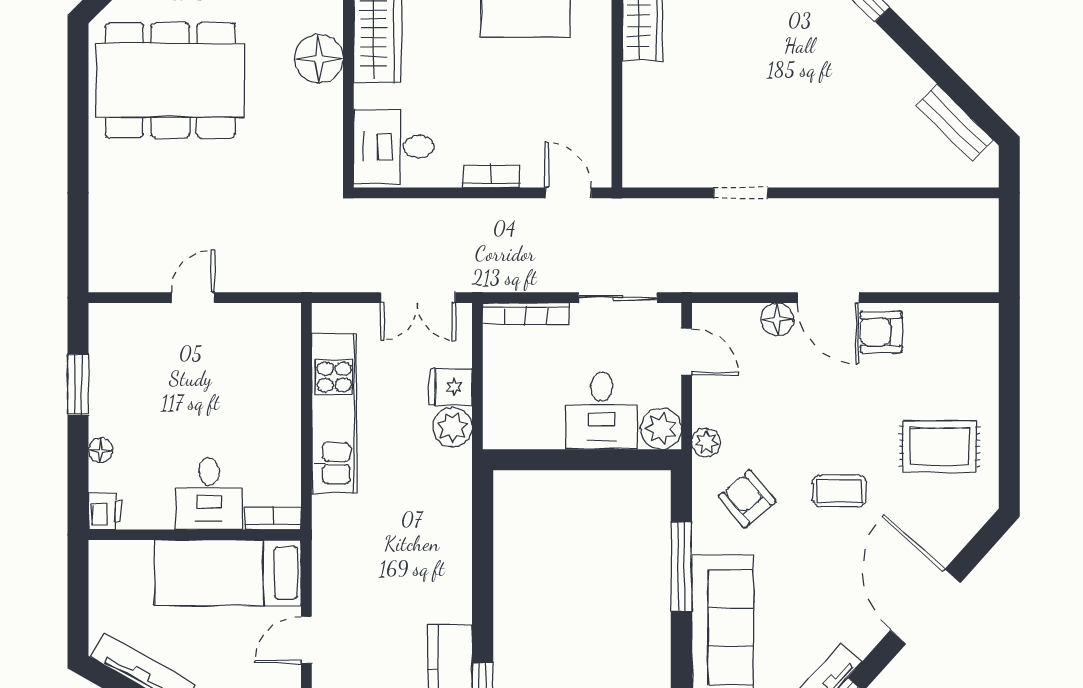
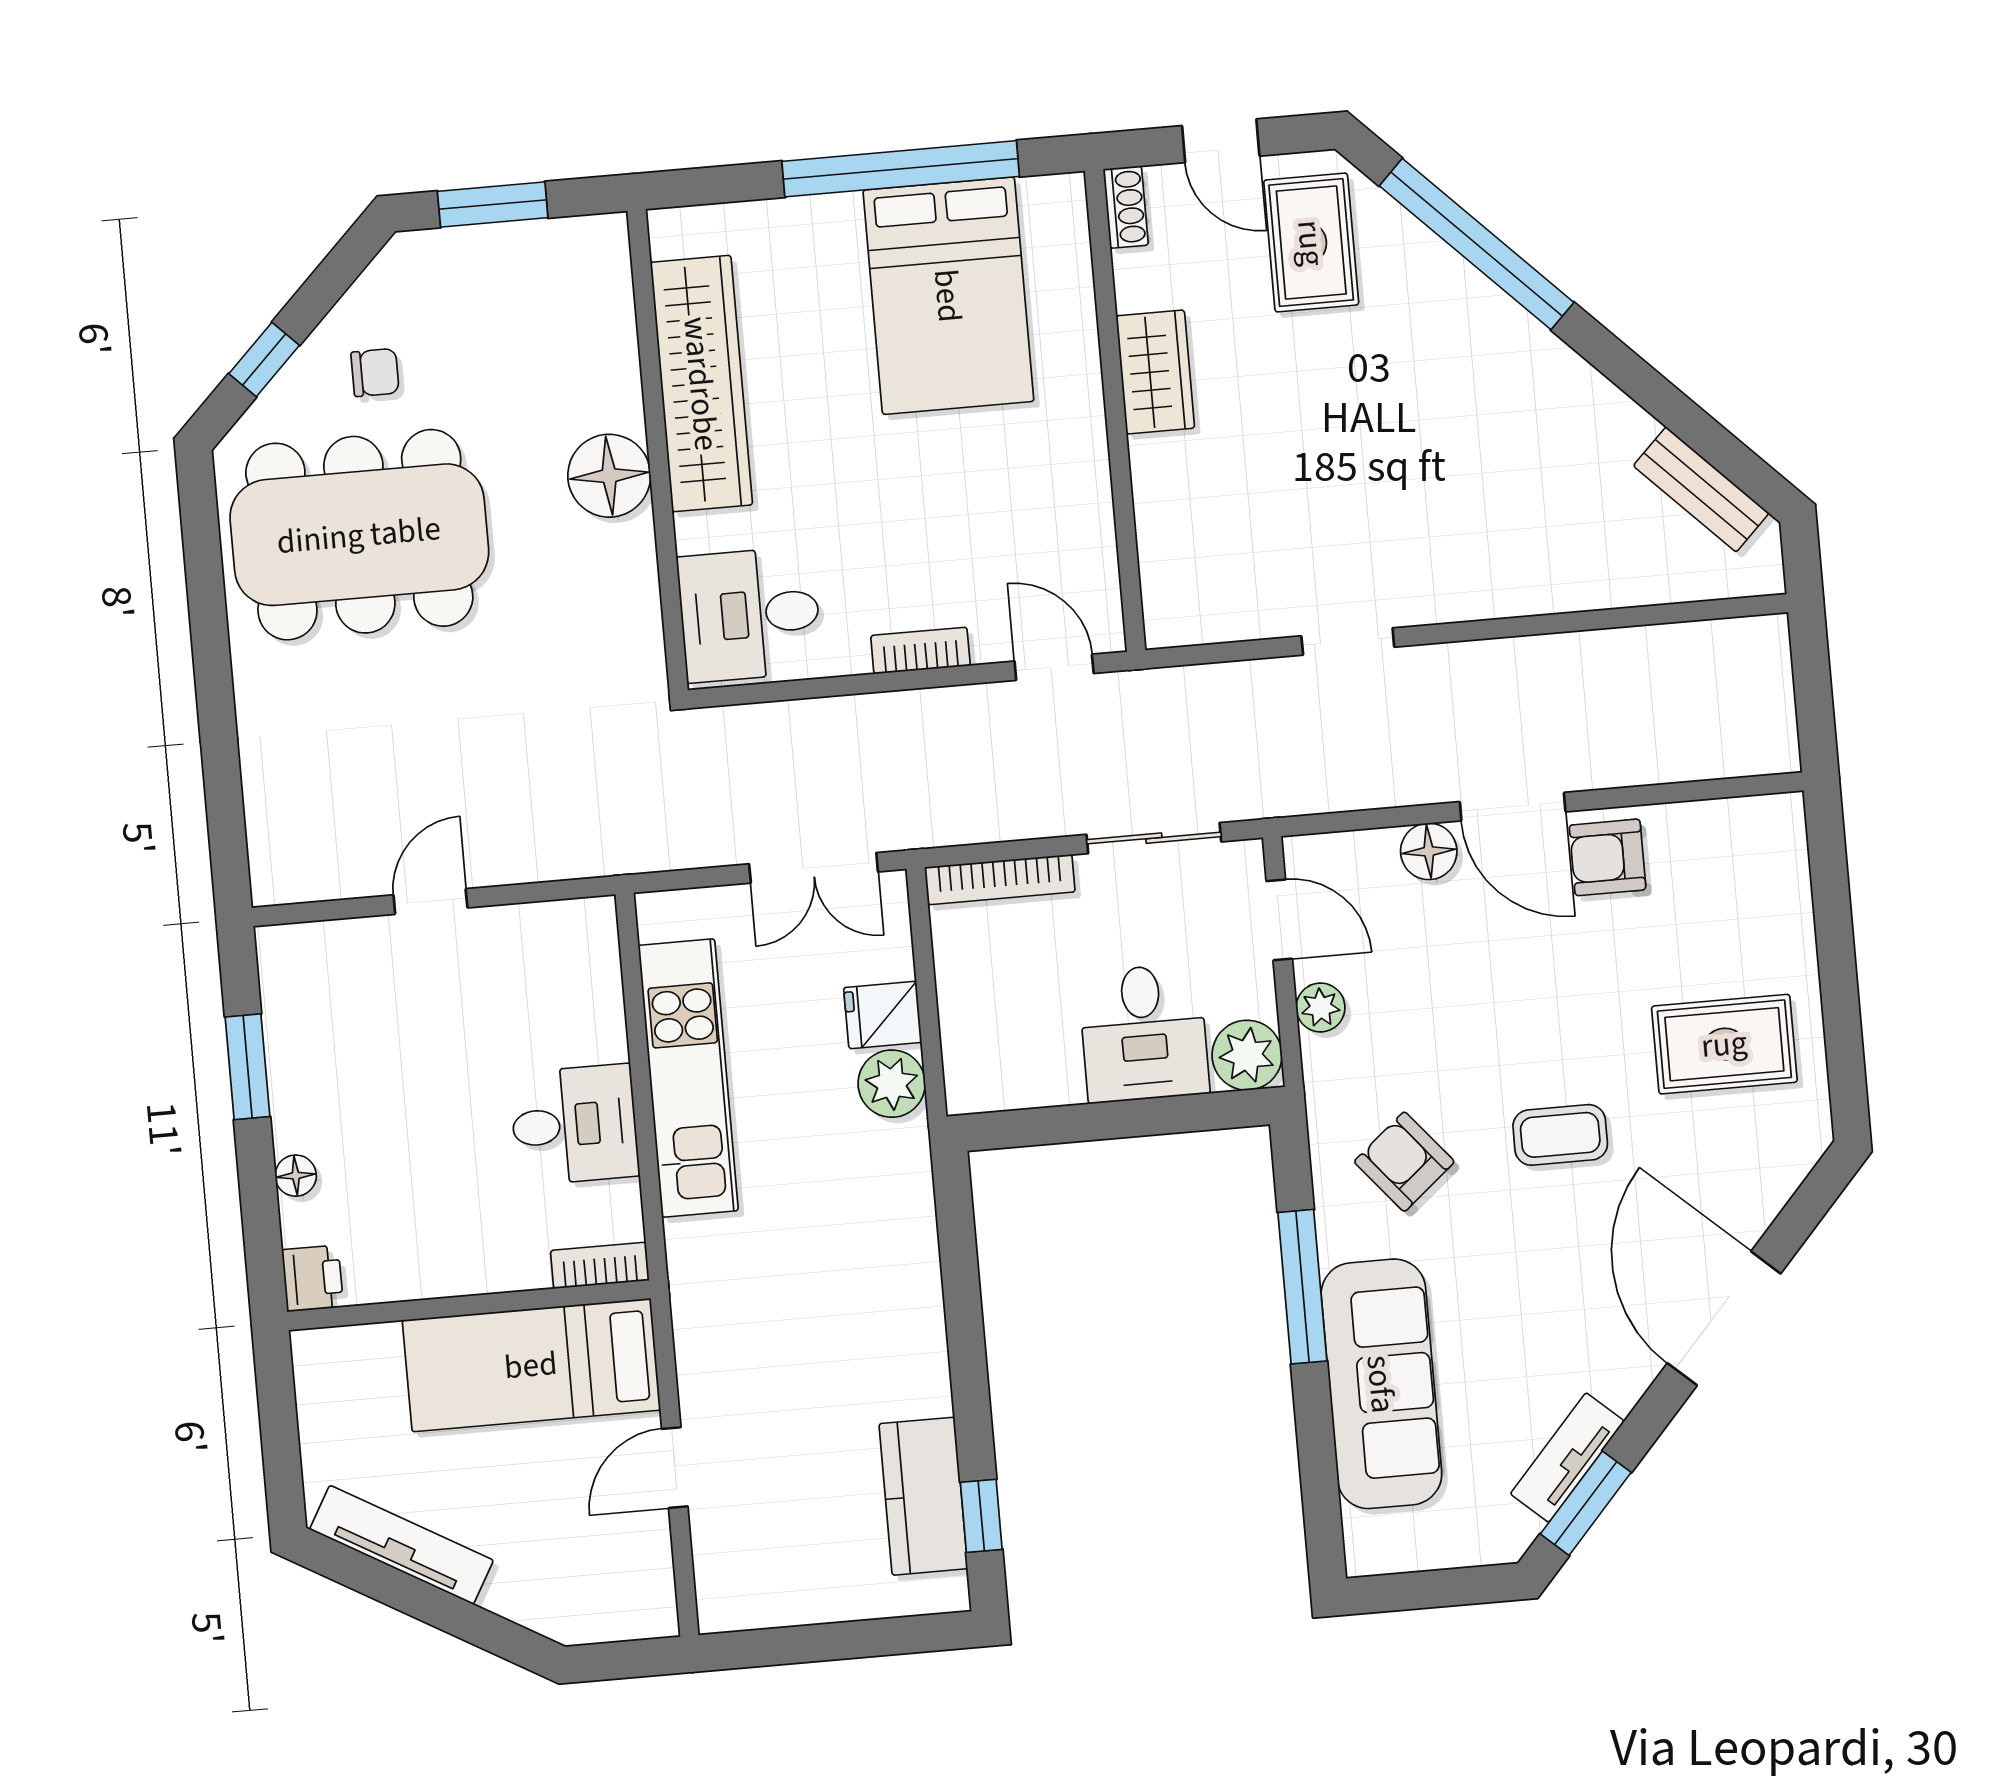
plant: (706, 442) -> (1321, 1007), moved
desk: (209, 494) -> (574, 1125), moved, turned -90

